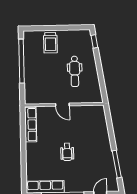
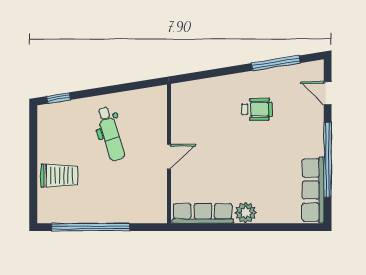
dental chair: (75, 71) -> (110, 134), turned 73
plant: (32, 149) -> (246, 213), added
wheelchair: (67, 152) -> (257, 109), moved

